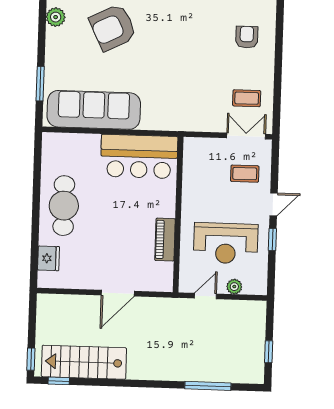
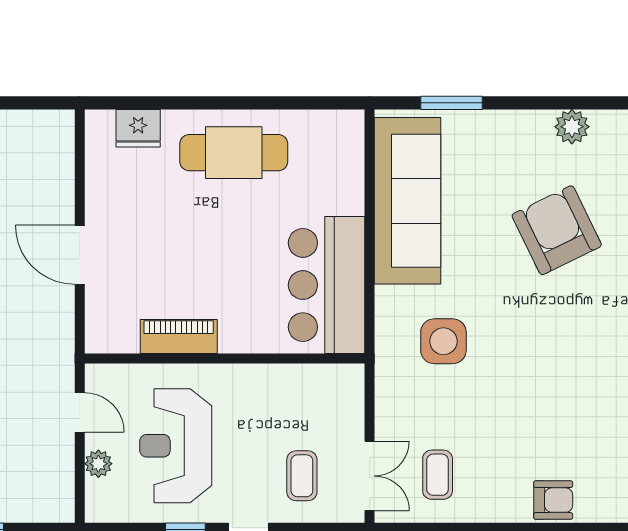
armchair: (247, 37) -> (553, 500), moved
side table: (173, 92) -> (443, 341), added

